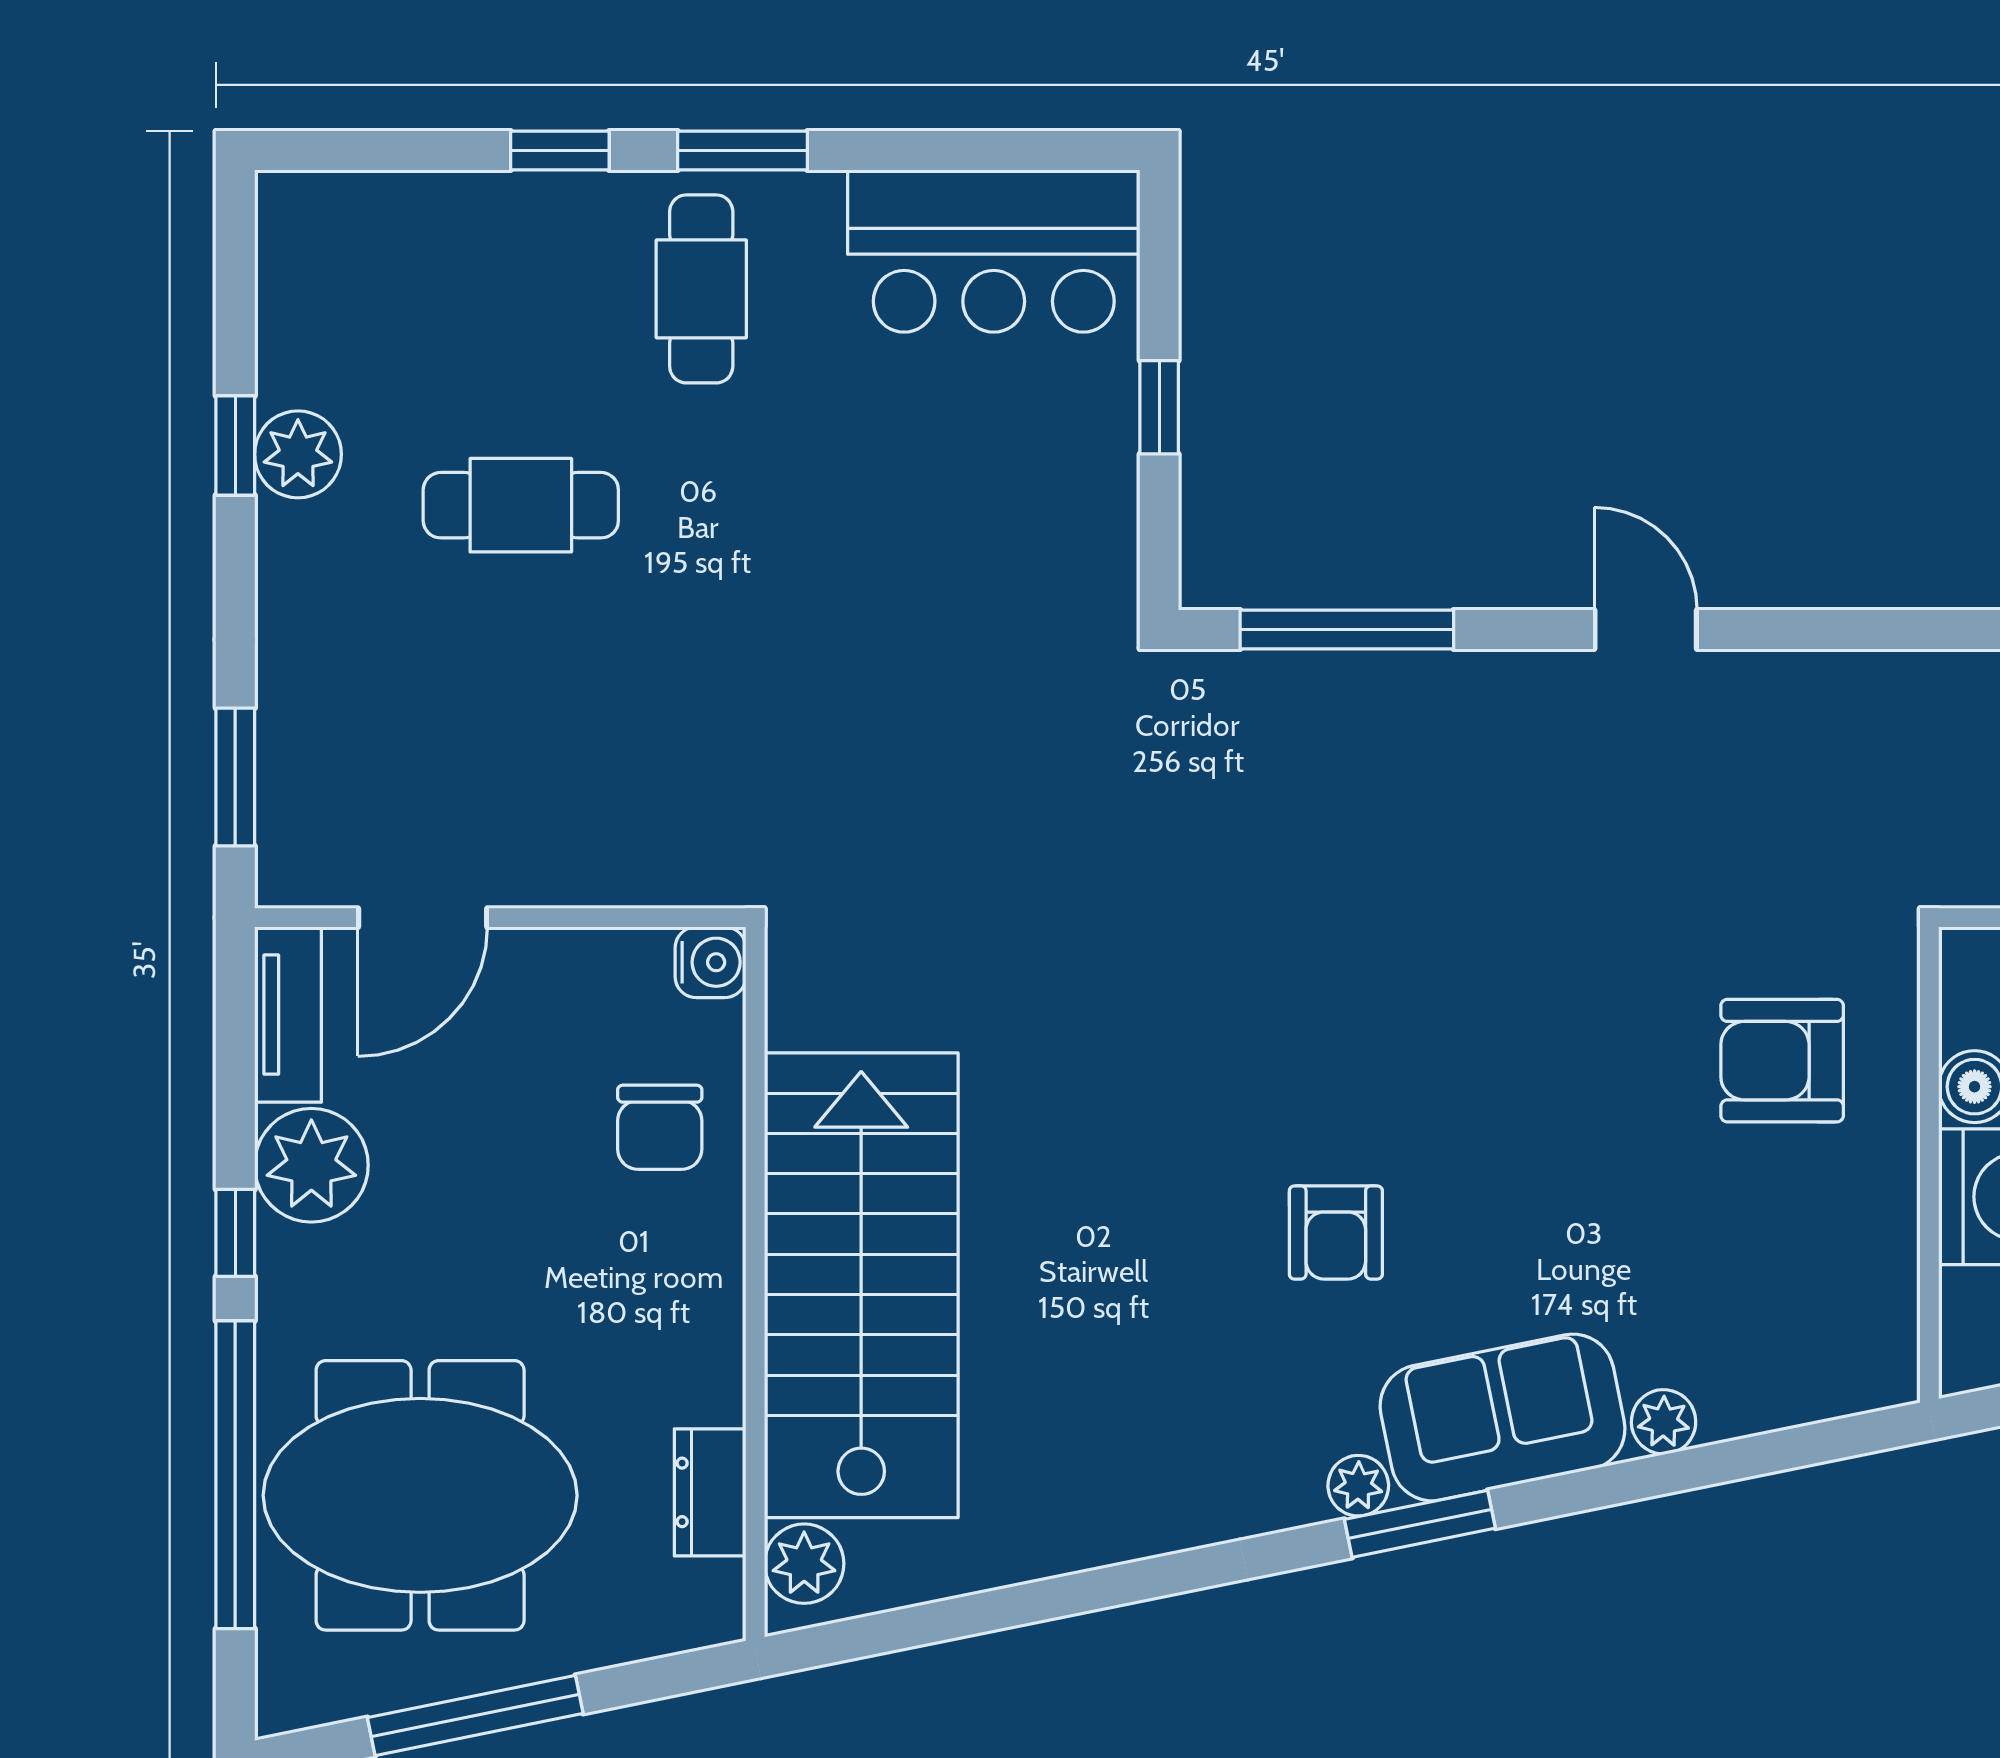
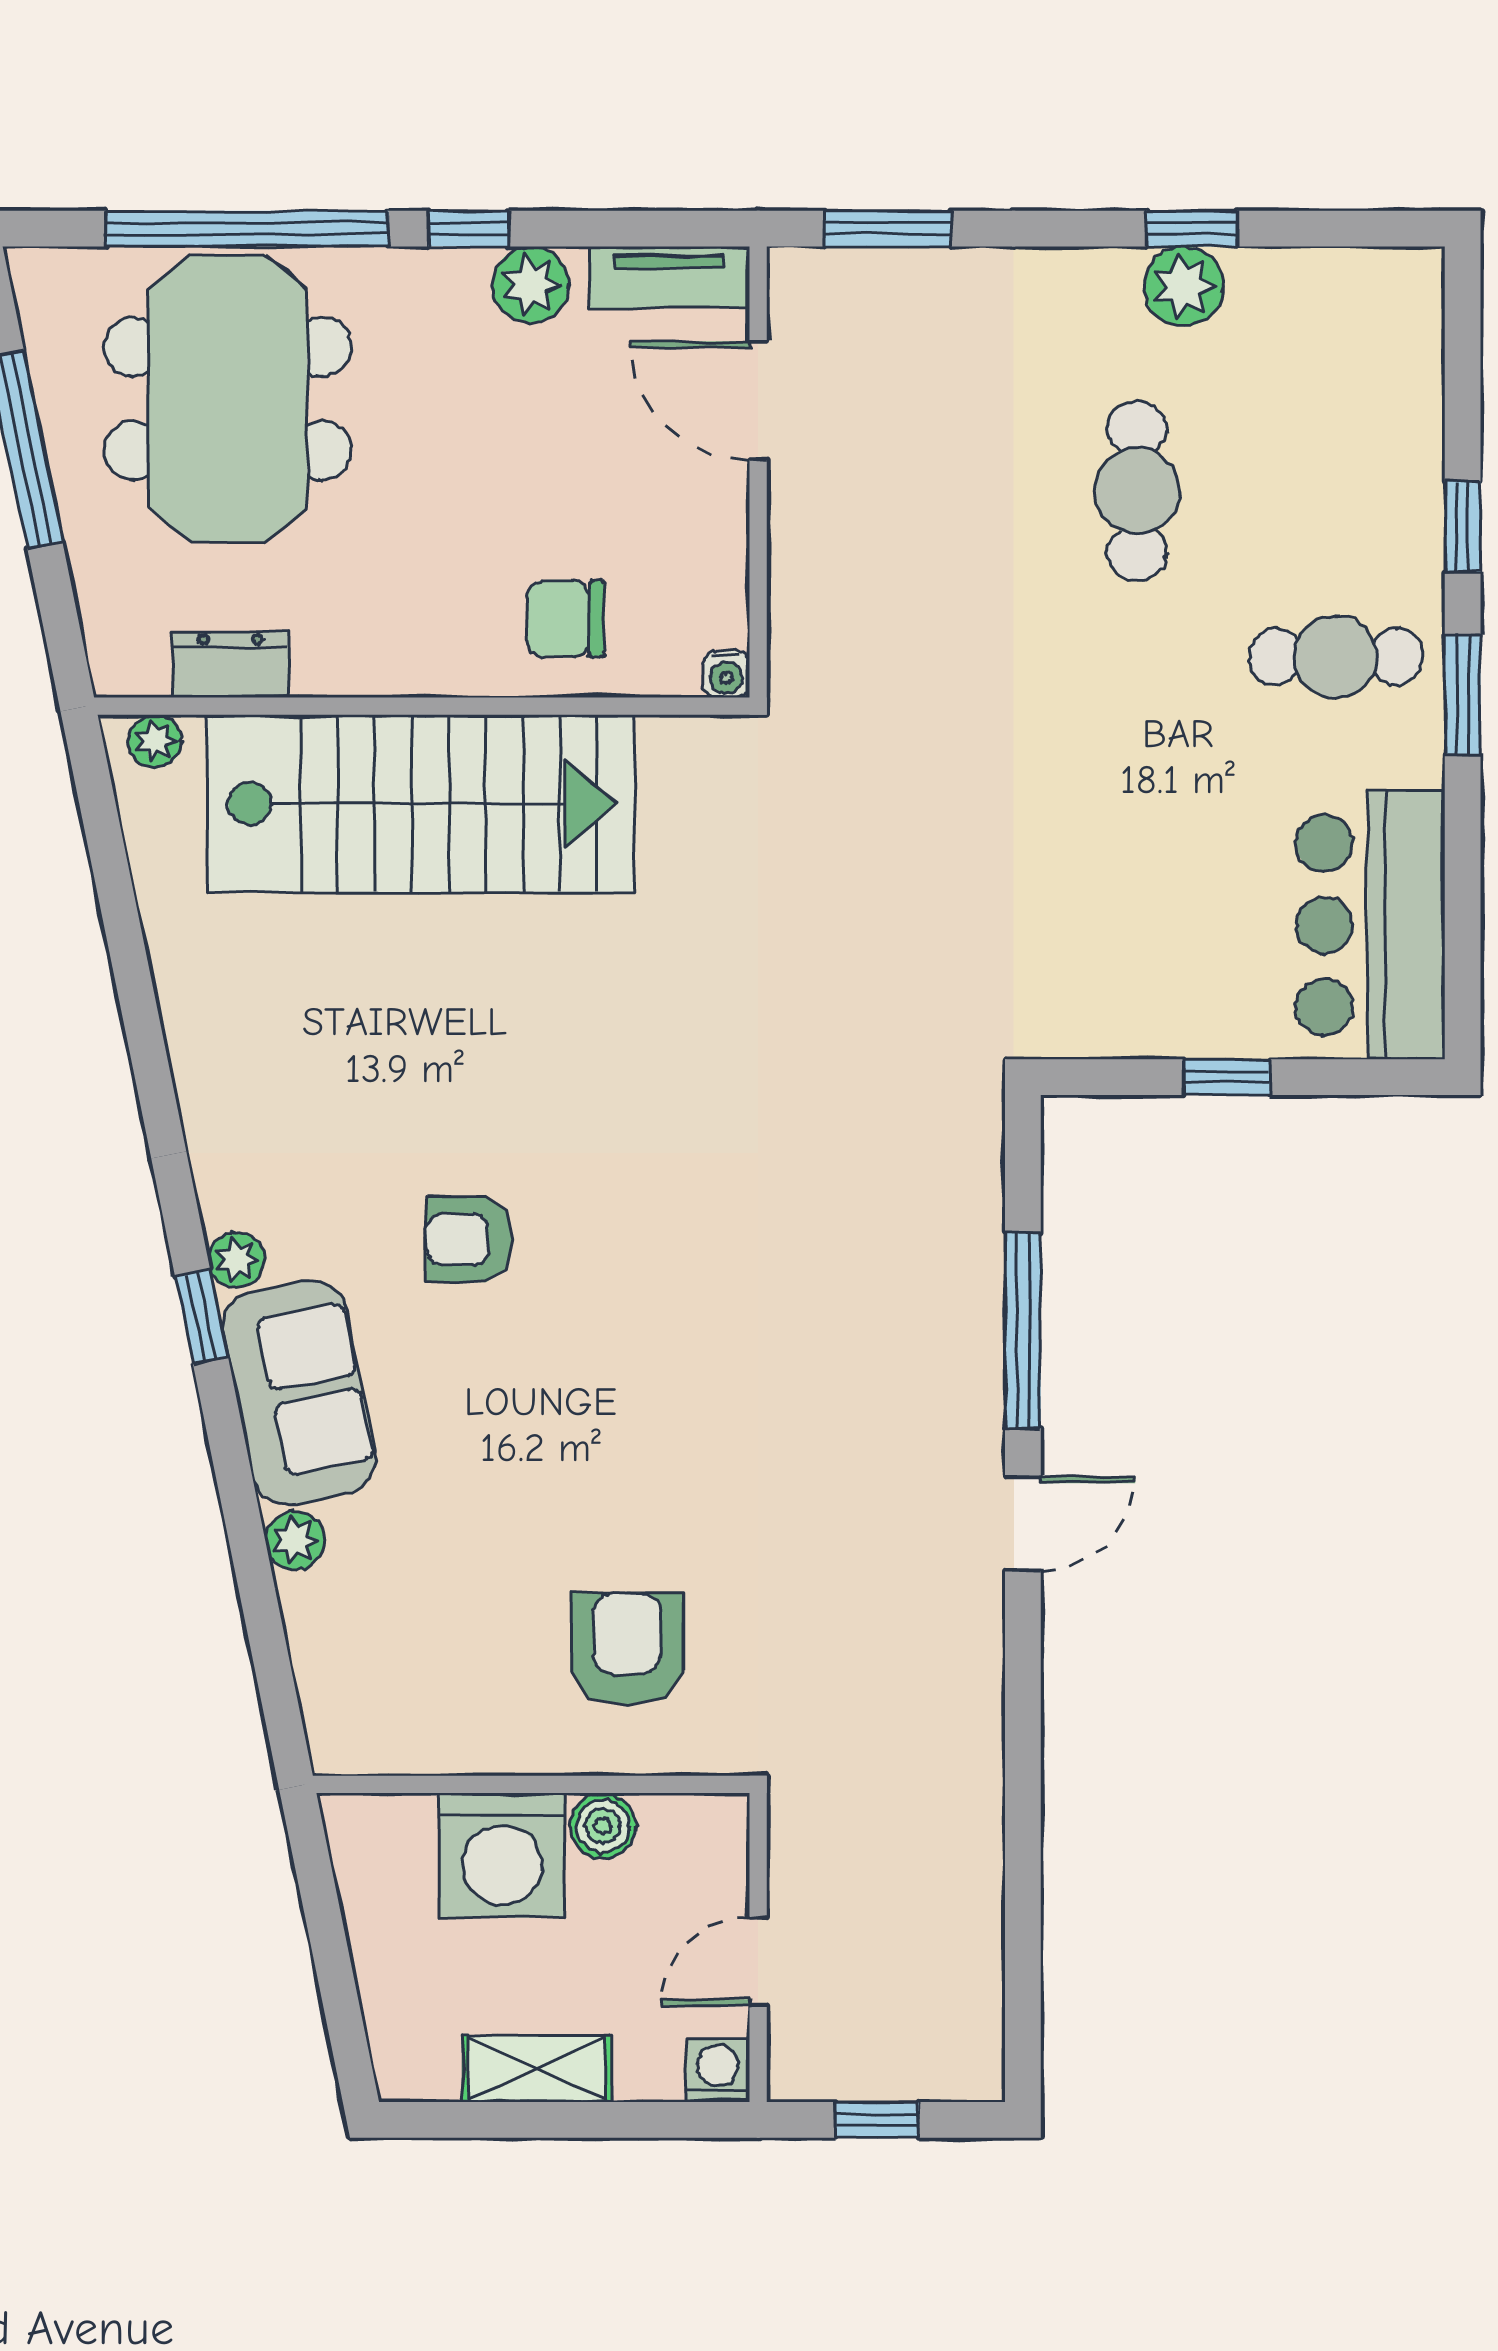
window: (1347, 629) -> (1023, 1330), moved
water cooler: (710, 962) -> (726, 674), width x0.72, depth x0.72
plant: (311, 1165) -> (531, 285), width x0.73, depth x0.73
window: (1420, 1524) -> (202, 1317), width x0.67
plant: (804, 1564) -> (155, 741), width x0.73, depth x0.73

